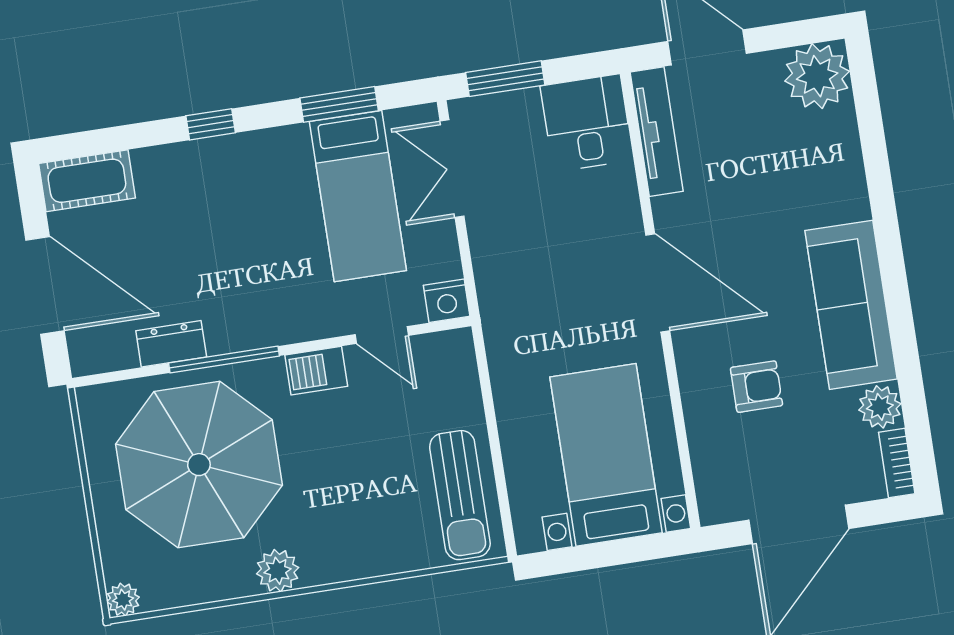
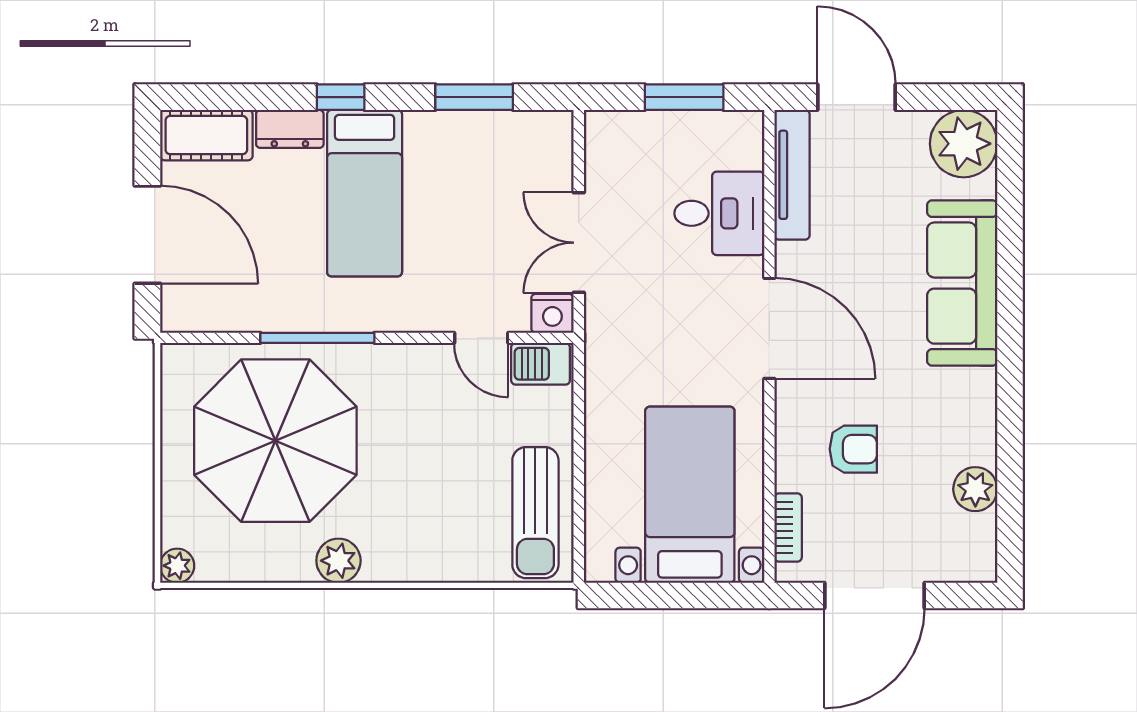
window: (505, 79) -> (684, 97), moved
desk: (587, 123) -> (719, 213), moved, turned 90
double door: (452, 169) -> (579, 243), moved
bed: (358, 196) -> (365, 193), moved
sofa: (851, 305) -> (962, 283), moved
dresser: (171, 344) -> (290, 129), moved, turned 180
barbecue: (316, 371) -> (541, 364), moved
bookcase: (897, 463) -> (788, 527), moved, turned 180

